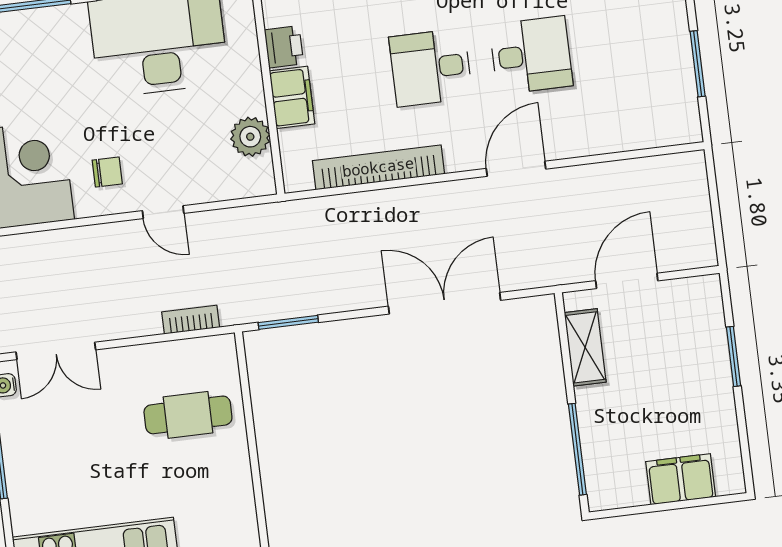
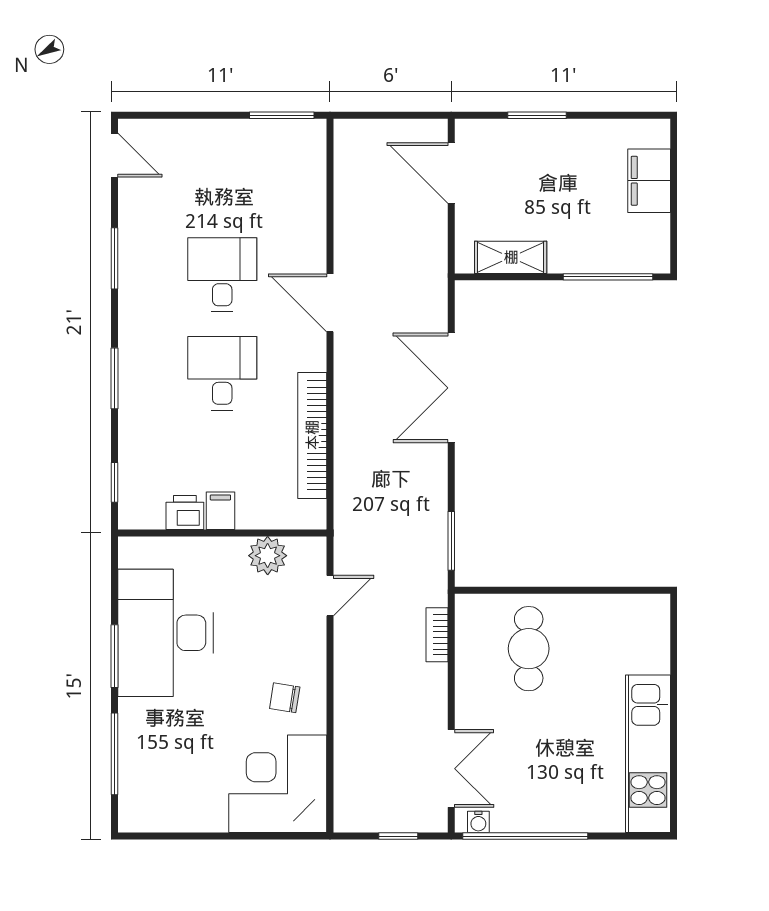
window: (698, 64) -> (282, 115), moved
desk: (431, 68) -> (222, 373), turned 180
filing cabinet: (292, 97) -> (220, 511), width x0.50
chair: (107, 172) -> (285, 698), turned -81
door: (163, 212) -> (330, 596), moved
door: (627, 281) -> (451, 173), moved

